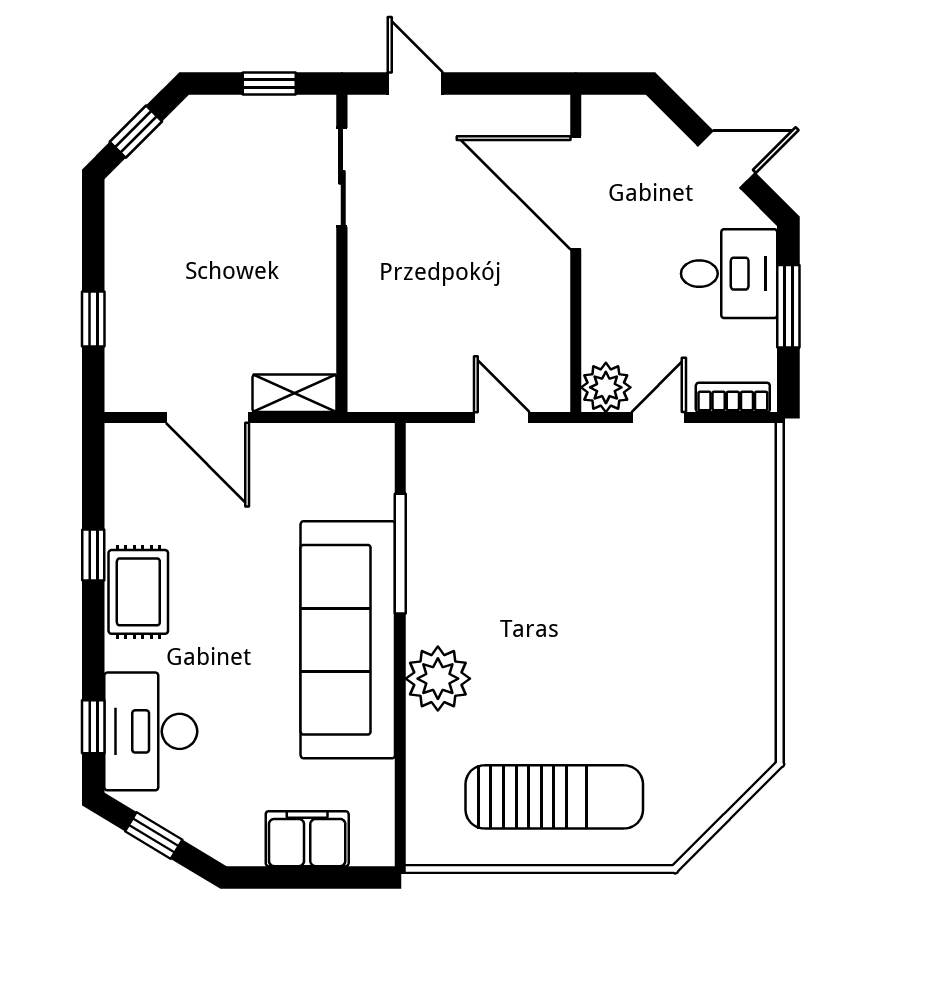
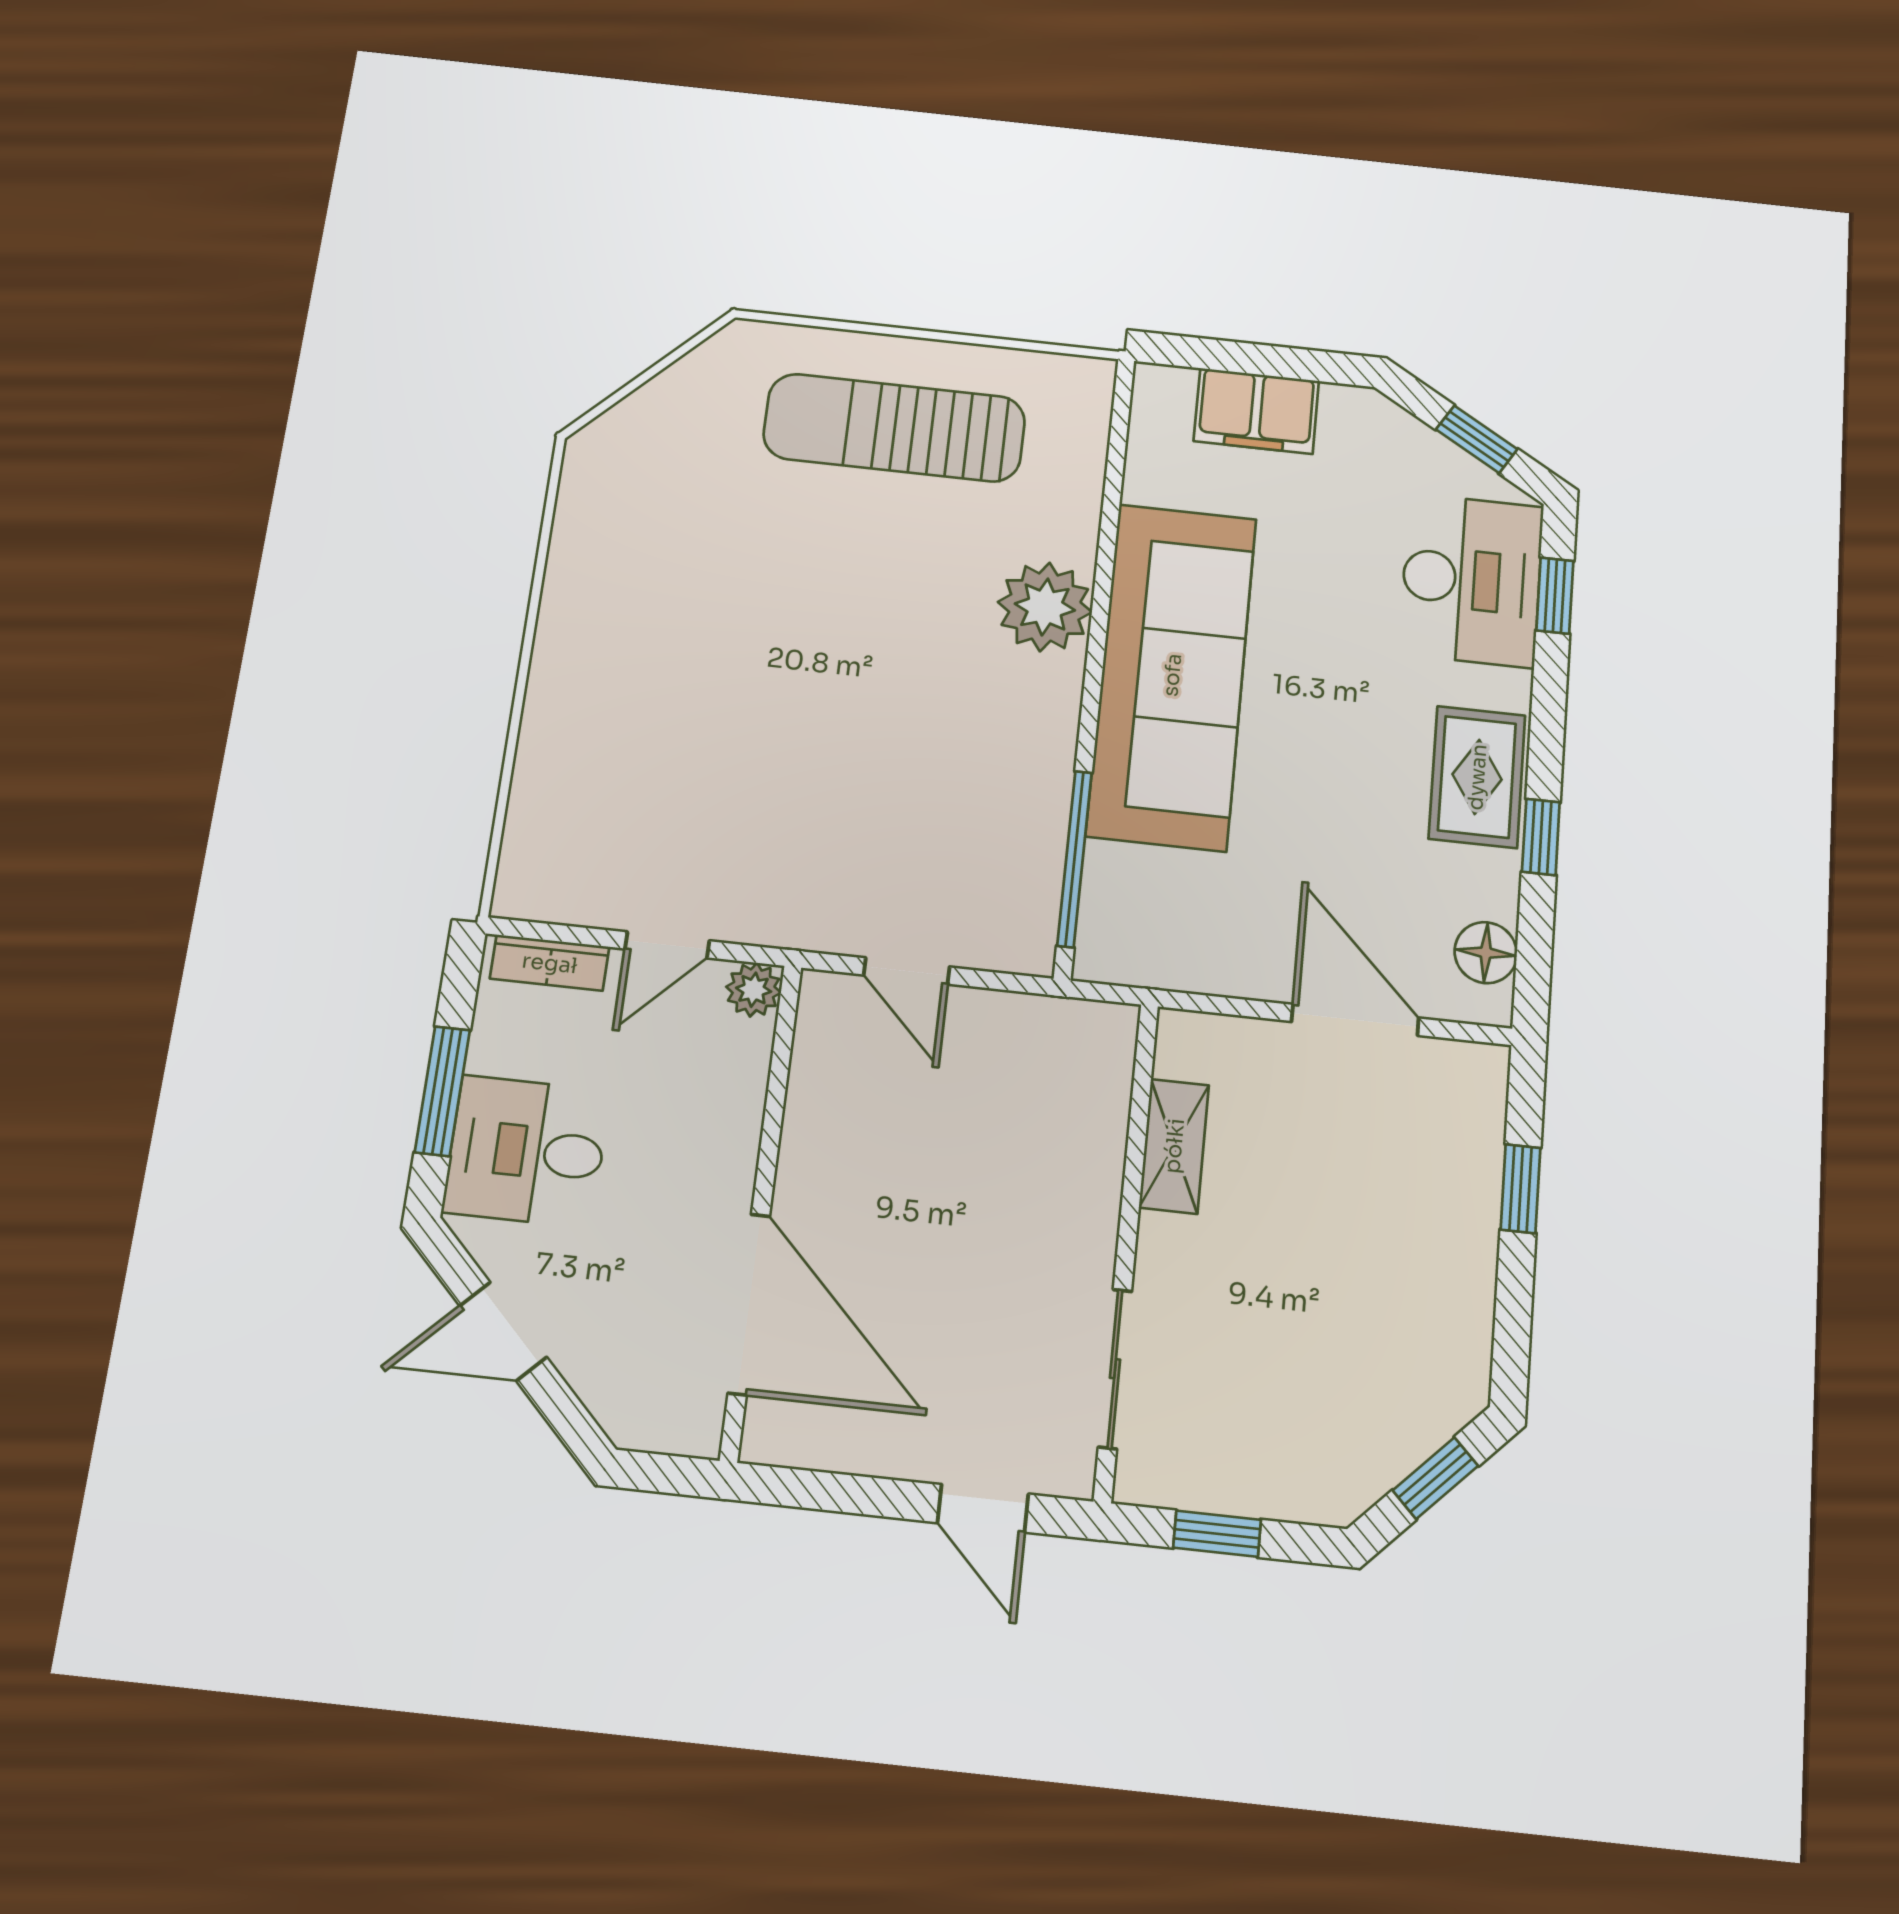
plant: (606, 387) -> (754, 990), width x0.73, depth x0.73
shelving: (295, 393) -> (1174, 1146), moved, turned 90
floor lamp: (125, 472) -> (1486, 953), added
window: (400, 554) -> (1075, 859), moved

